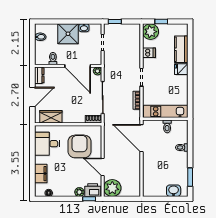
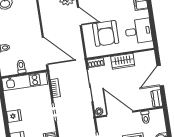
fridge: (181, 69) -> (14, 116), moved
wardrobe: (51, 117) -> (123, 61), moved

